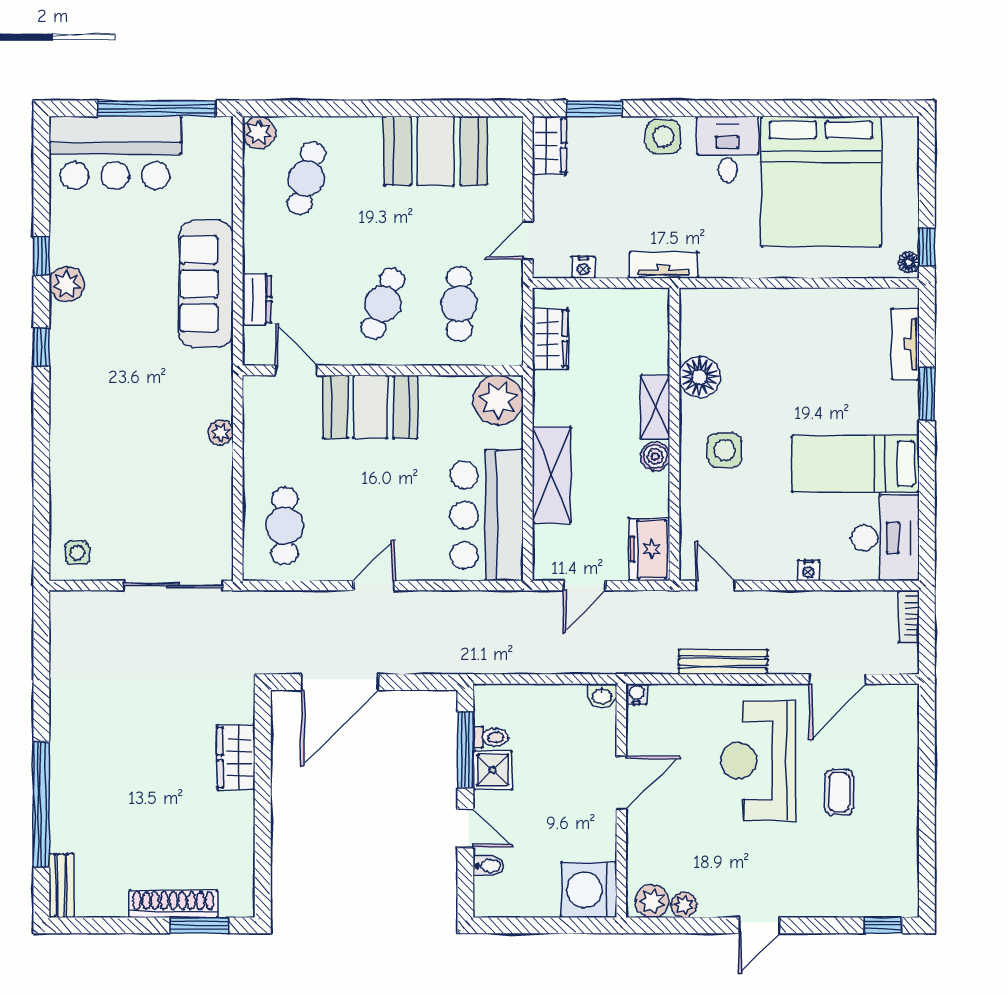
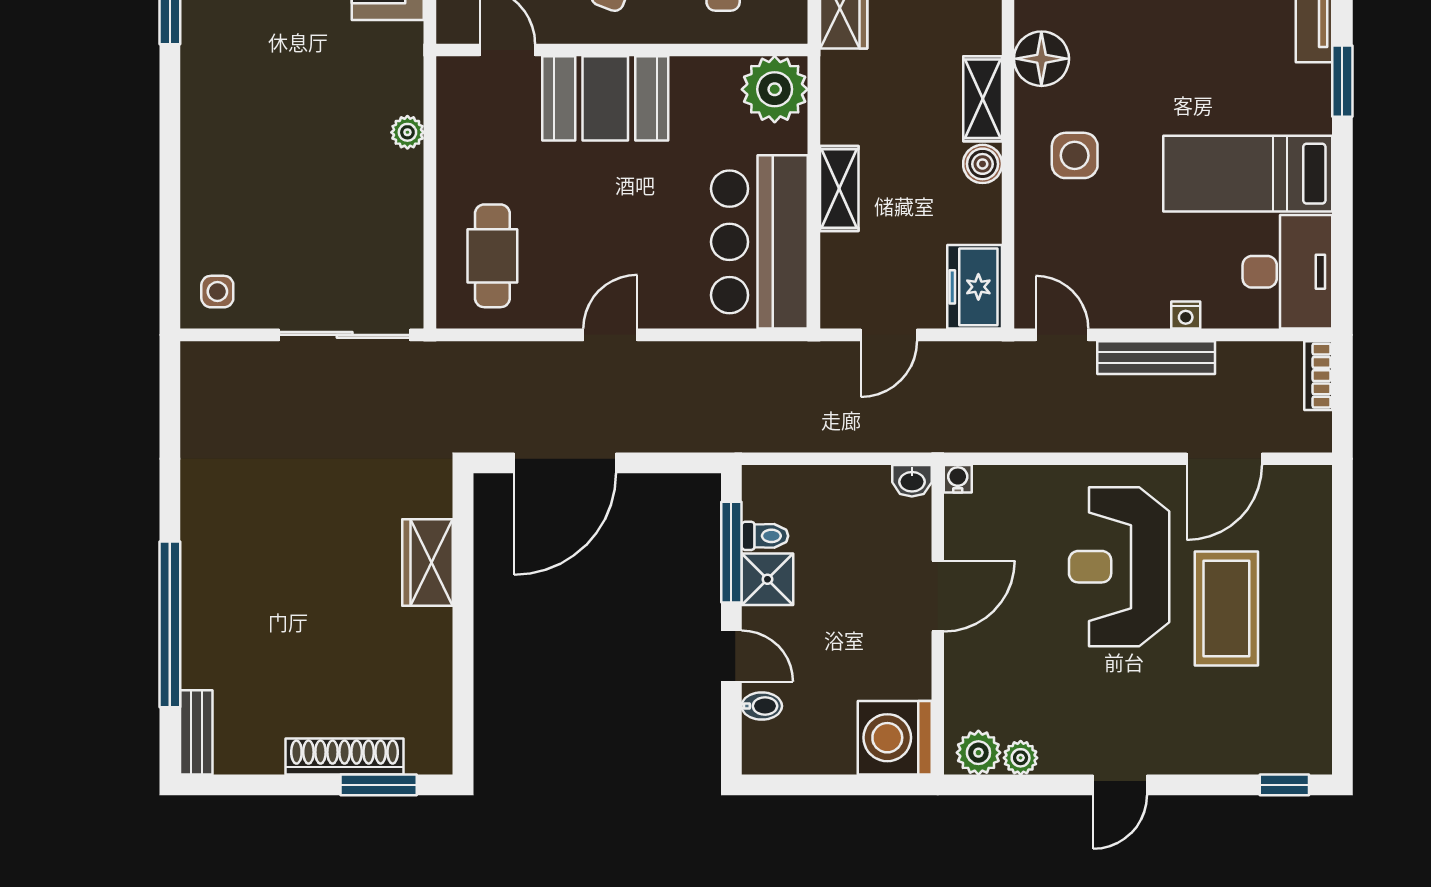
shelving: (552, 475) -> (839, 188), width x0.67, depth x0.75
bench: (723, 662) -> (1156, 358), moved
coffee table: (839, 792) -> (1226, 609), width x1.86, depth x1.72

